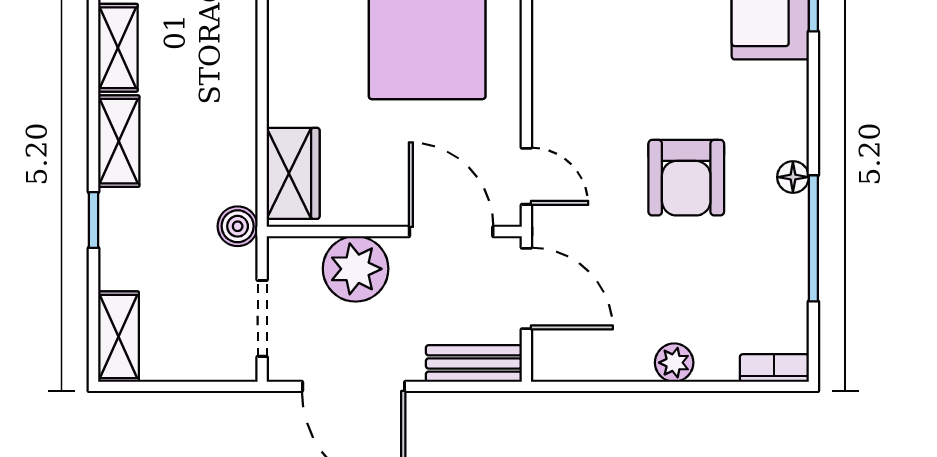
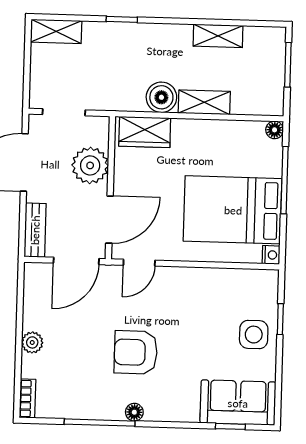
shelving: (119, 141) -> (204, 102), moved
boiler: (238, 226) -> (161, 97), moved, width x1.36, depth x1.36

